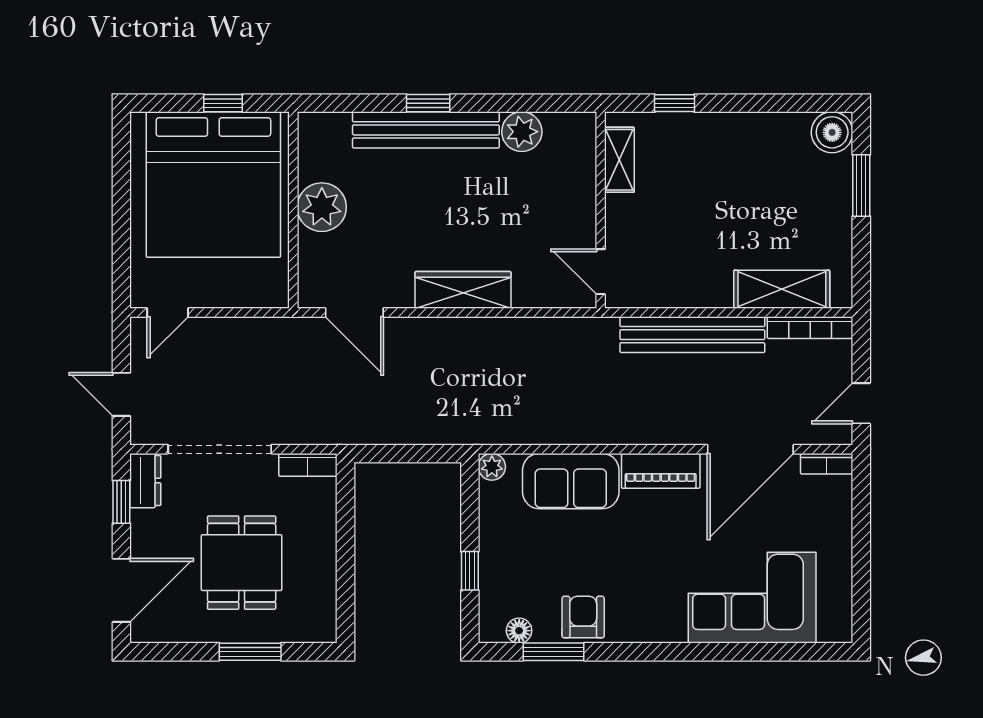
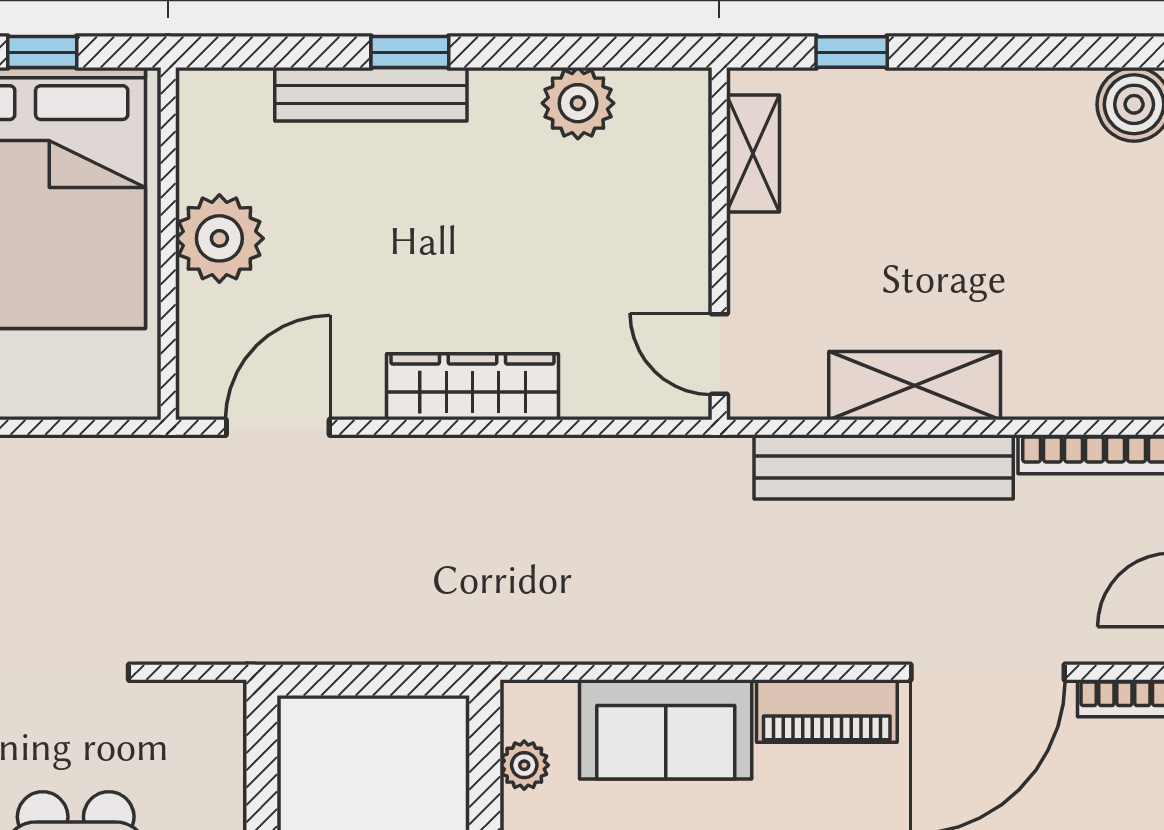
bench: (426, 130) -> (371, 94), width x0.73, depth x0.82
shelving: (782, 289) -> (915, 386), moved
door: (354, 313) -> (278, 427), swing flipped
bookcase: (308, 465) -> (195, 700), removed
plant: (492, 467) -> (524, 765), moved

